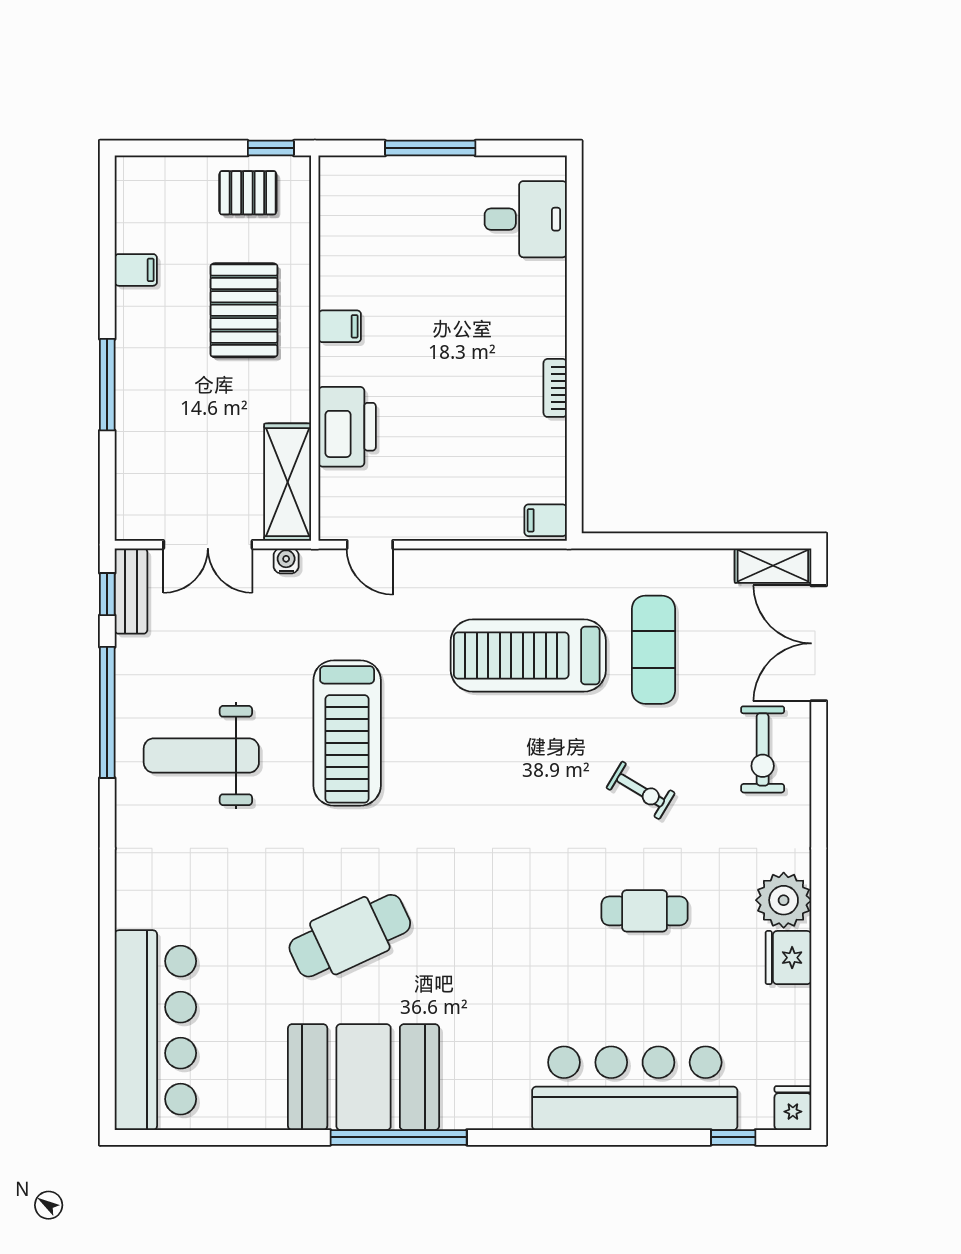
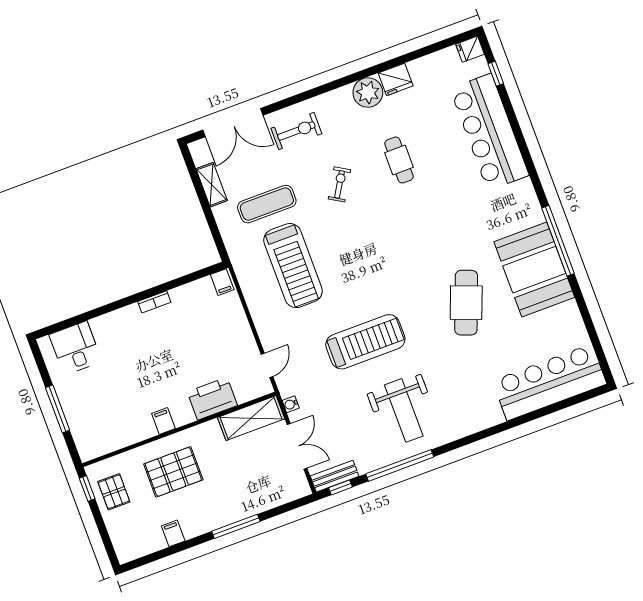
shelving: (773, 566) -> (212, 185), moved
cafe table: (350, 936) -> (466, 303), turned 46

